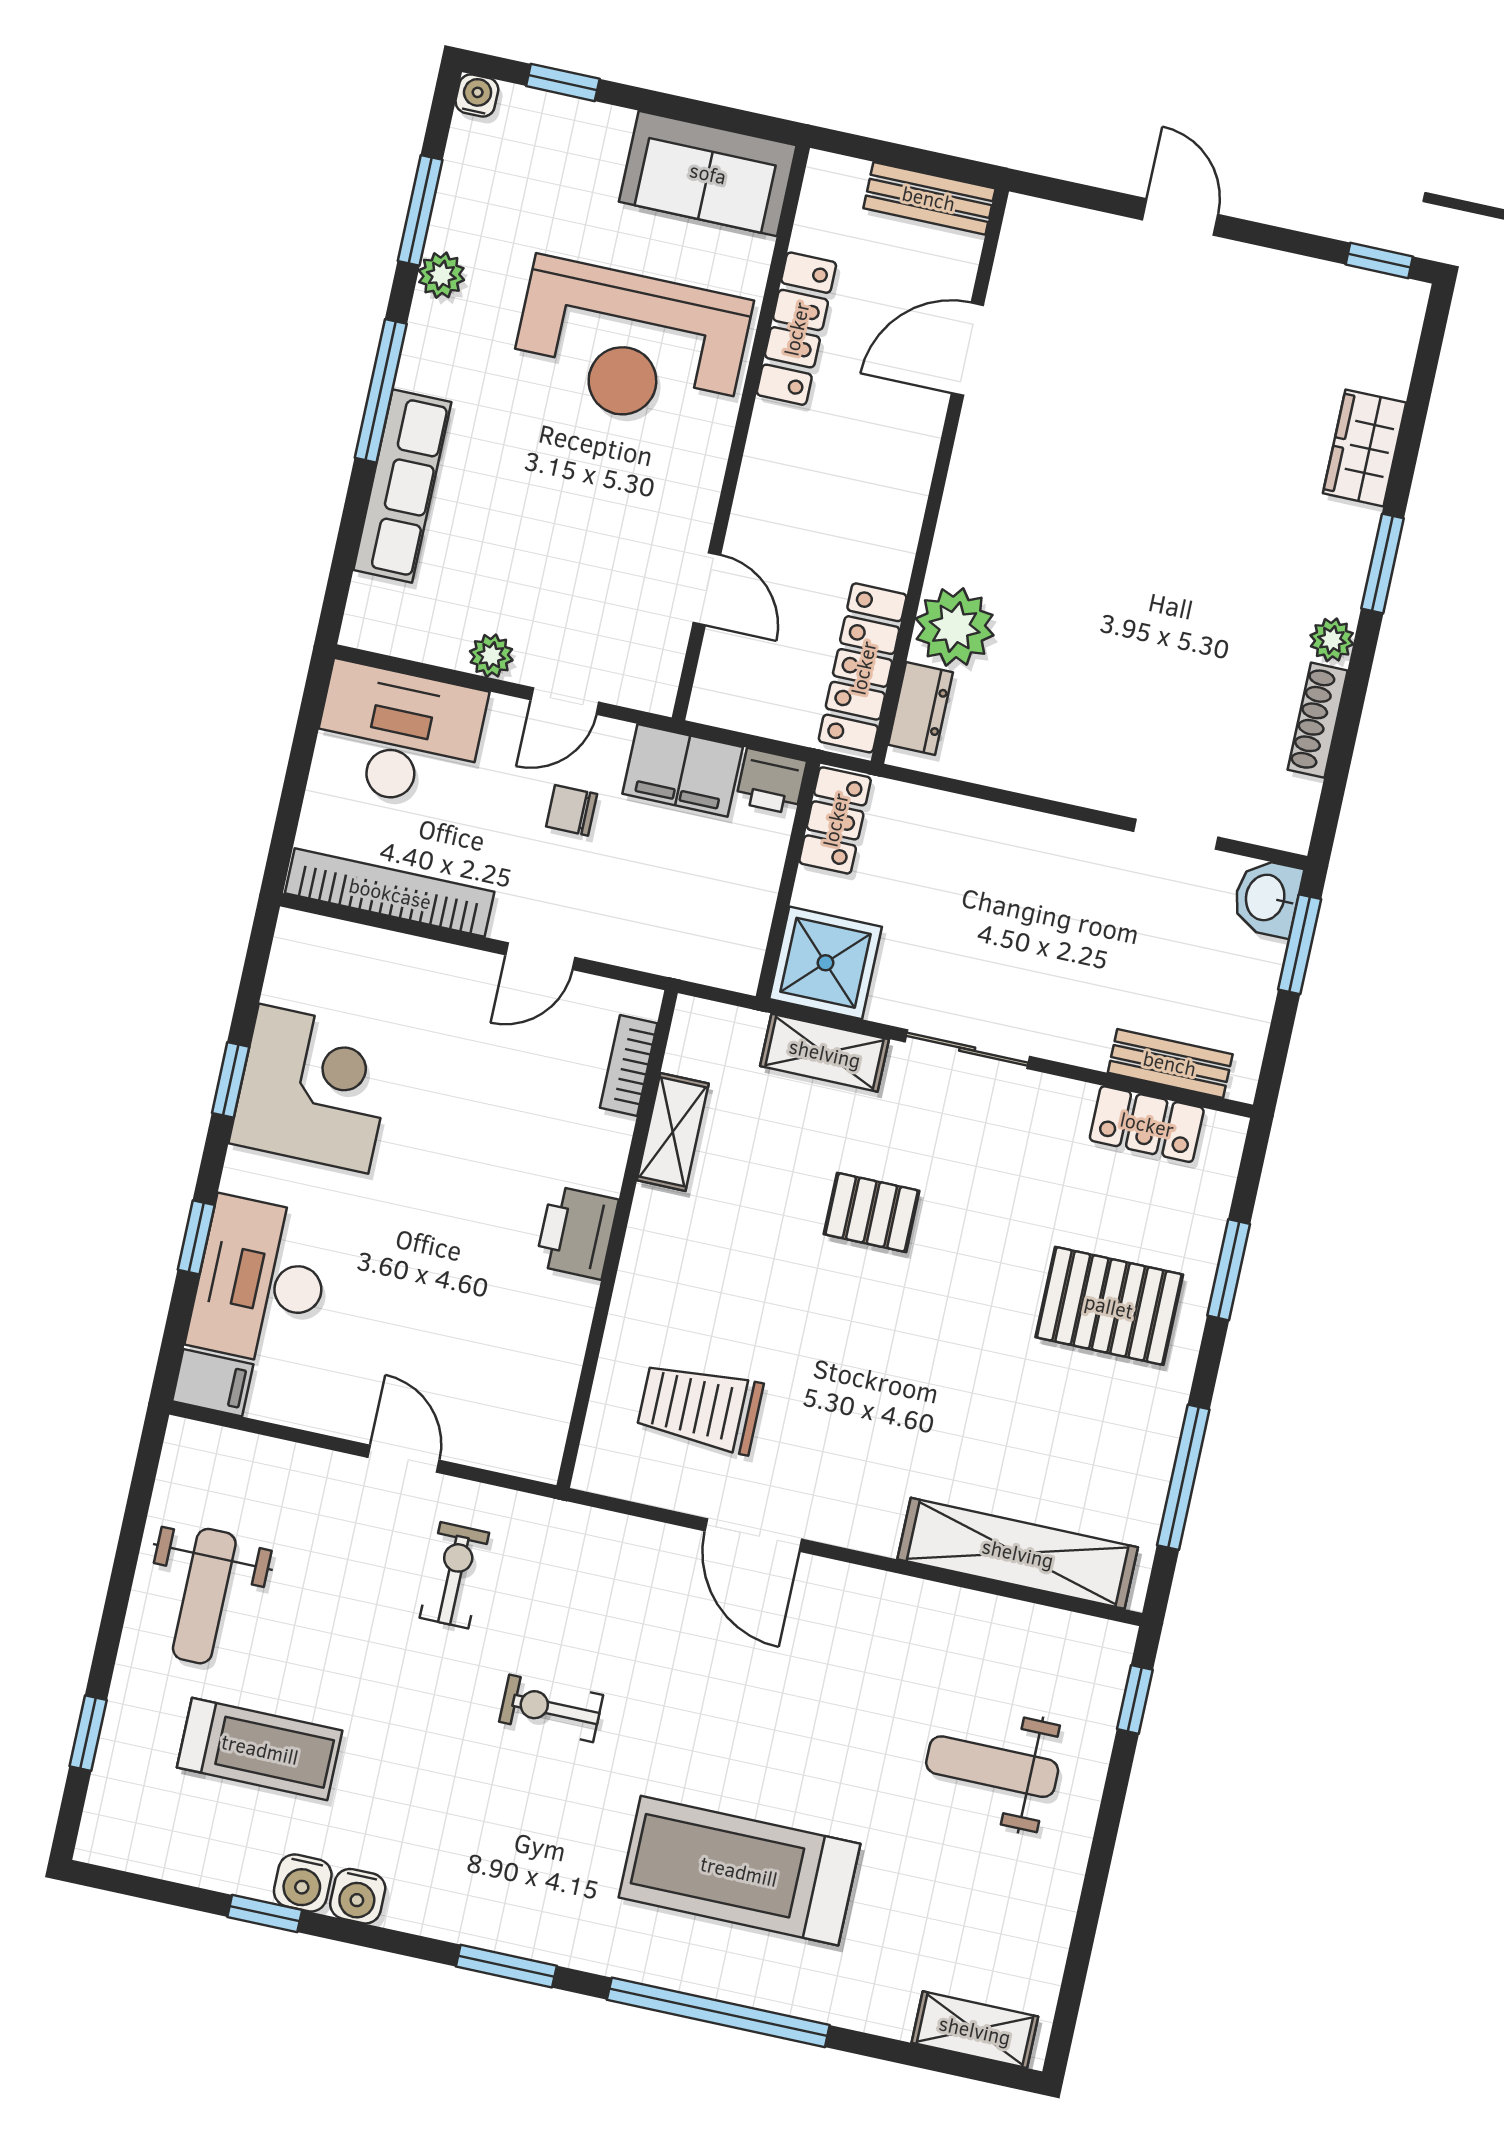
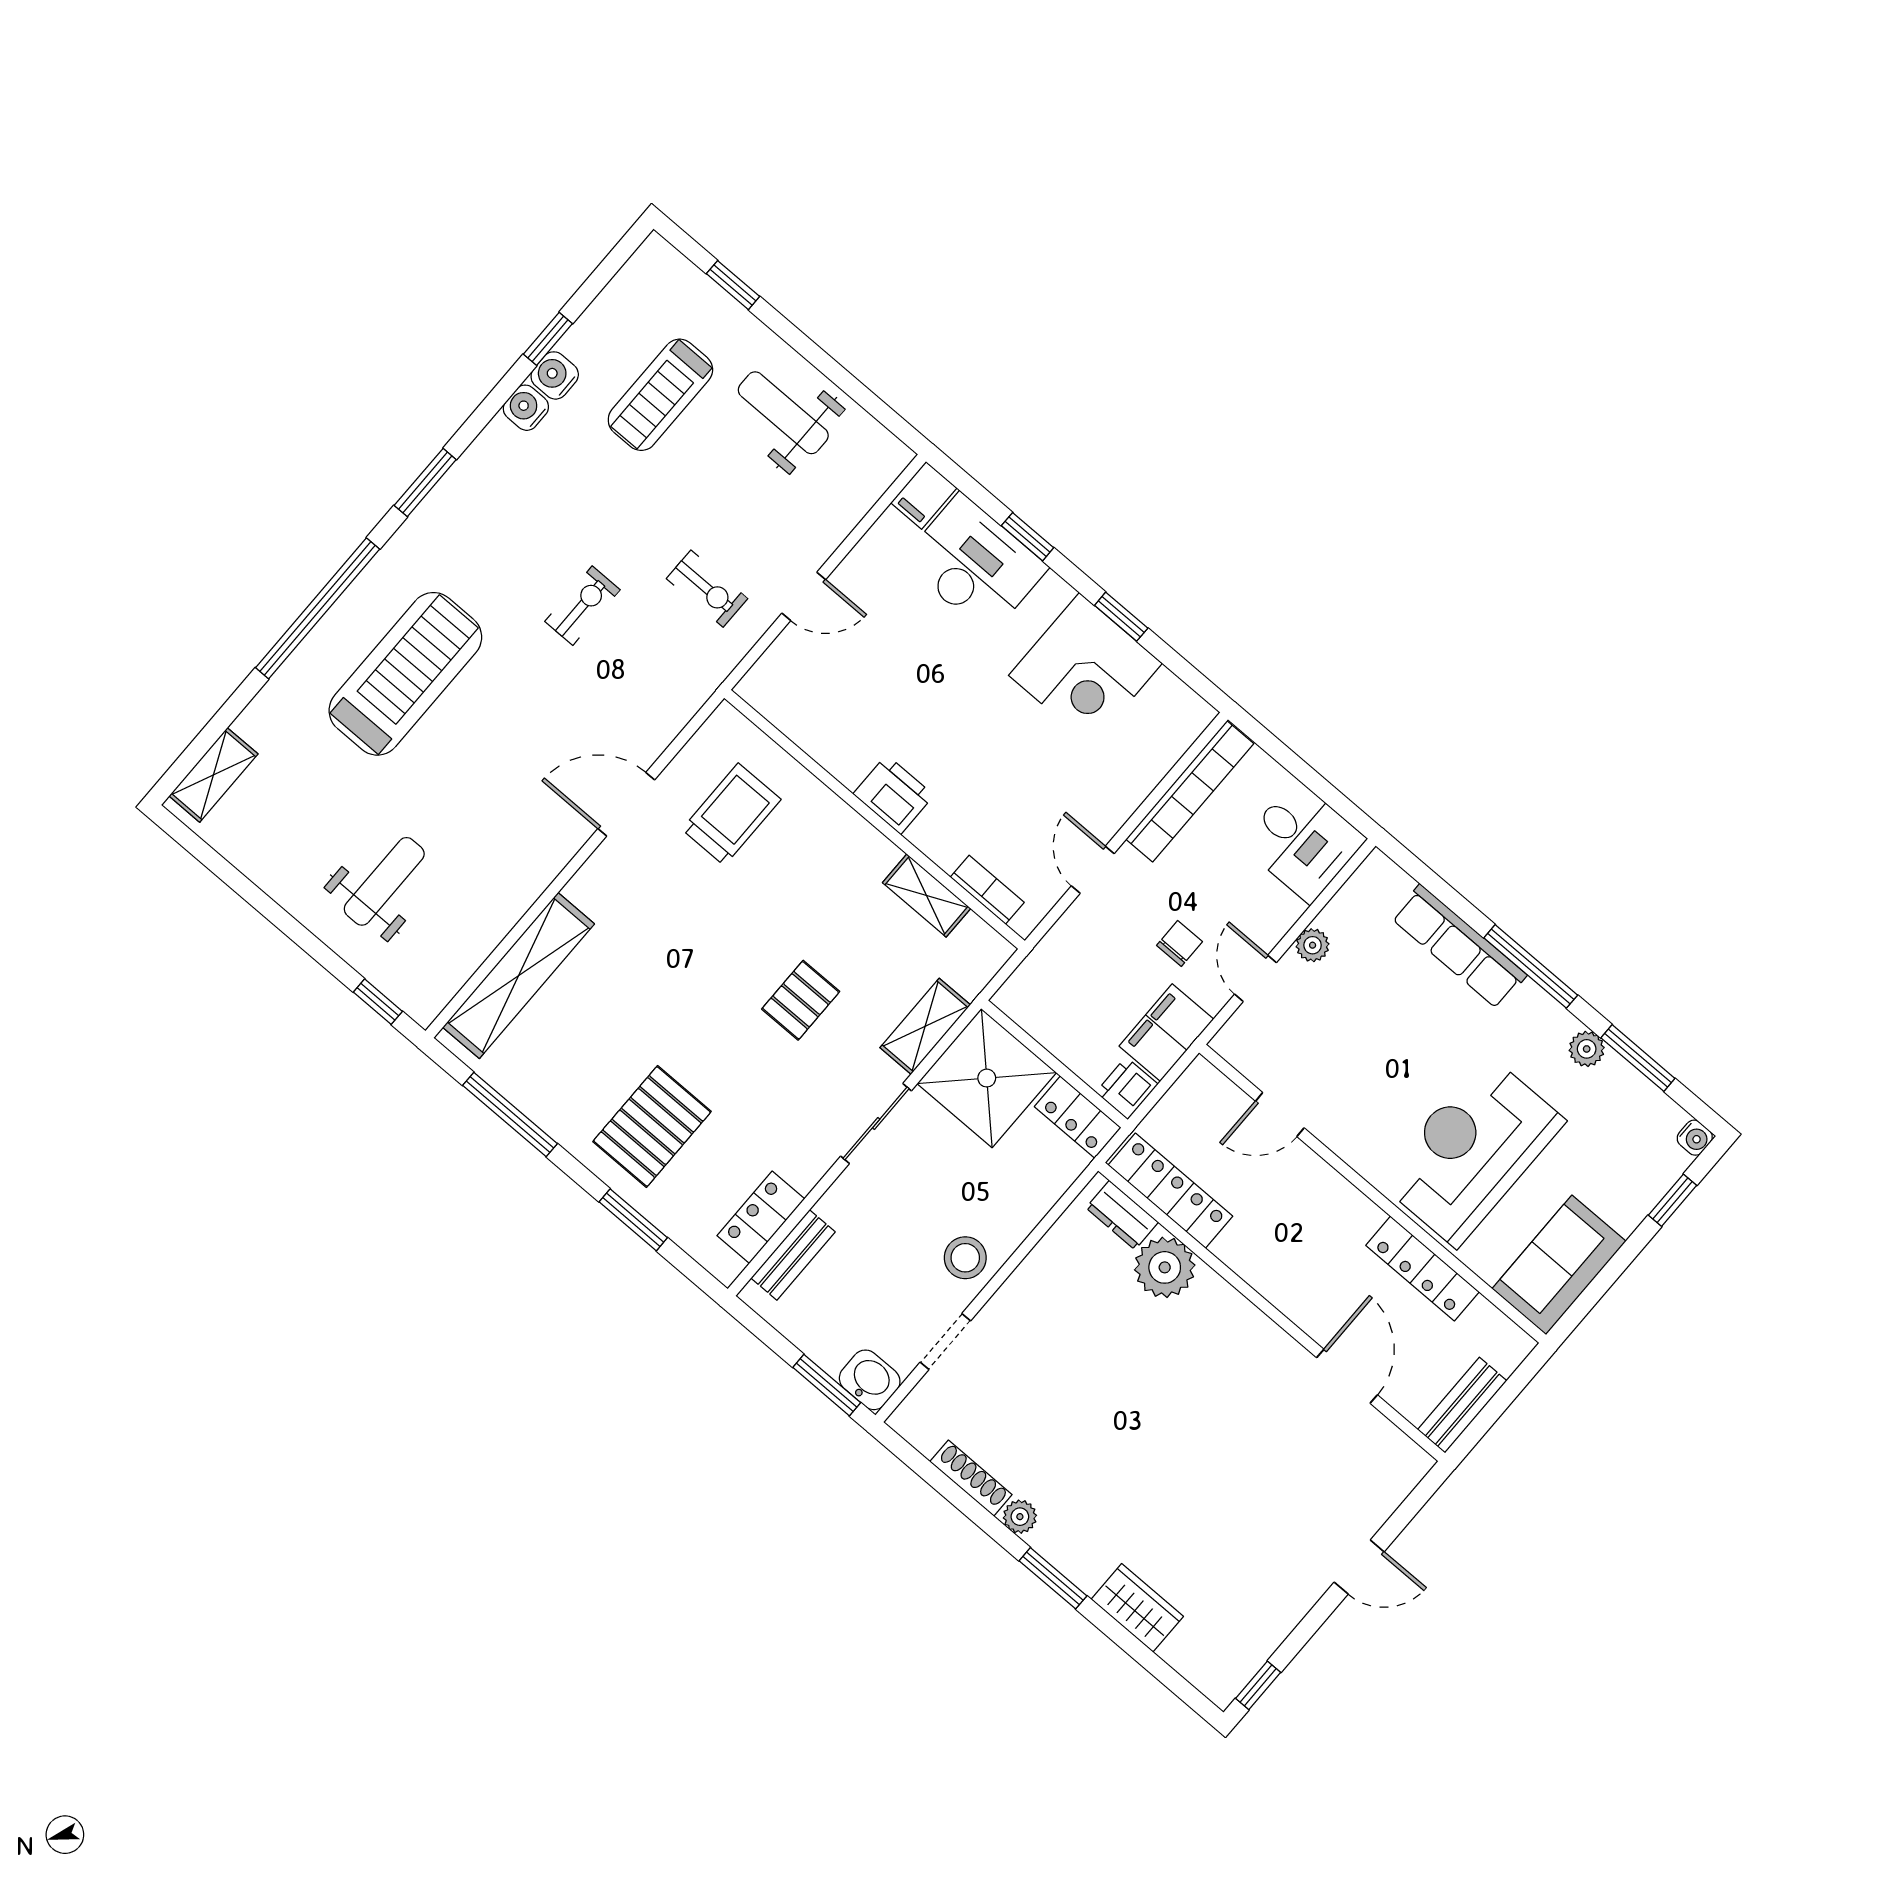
desk: (399, 736) -> (1303, 841), width x0.73
stool: (1067, 863) -> (965, 1258), added
shower: (826, 963) -> (987, 1078), width x1.37, depth x1.37

